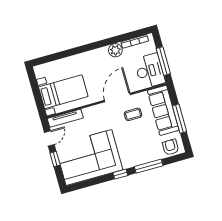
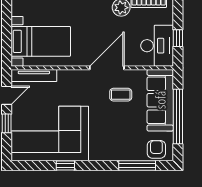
window: (163, 61) -> (178, 38), width x0.46
window: (180, 119) -> (178, 117), width x1.46
window: (149, 166) -> (137, 166), moved
window: (120, 174) -> (65, 166), moved

